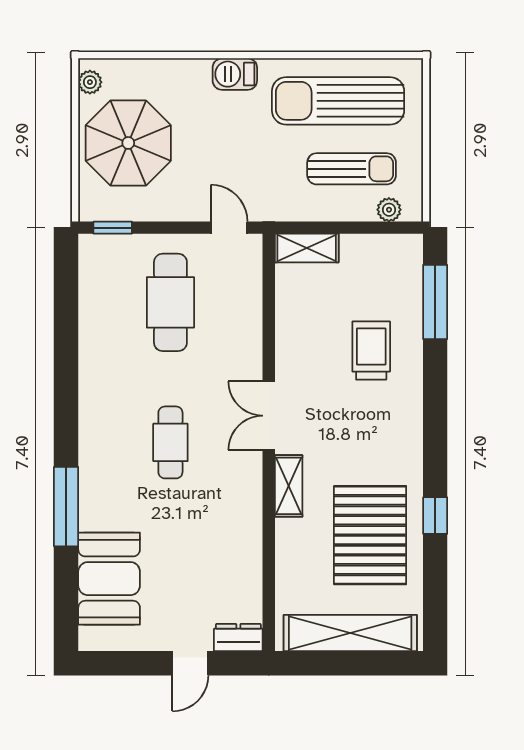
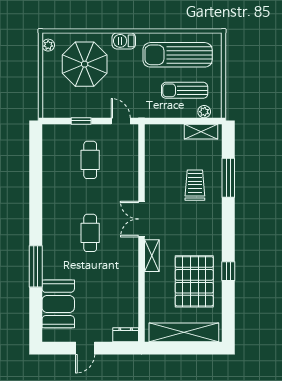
parasol: (128, 143) -> (85, 64), moved
sun lounger: (352, 169) -> (185, 90), turned 180
window: (113, 228) -> (81, 121), moved
shelving: (307, 248) -> (201, 132), moved
cafe table: (170, 302) -> (90, 160), width x0.73, depth x0.74
window: (435, 302) -> (228, 178), moved
door: (190, 663) -> (85, 348), moved

